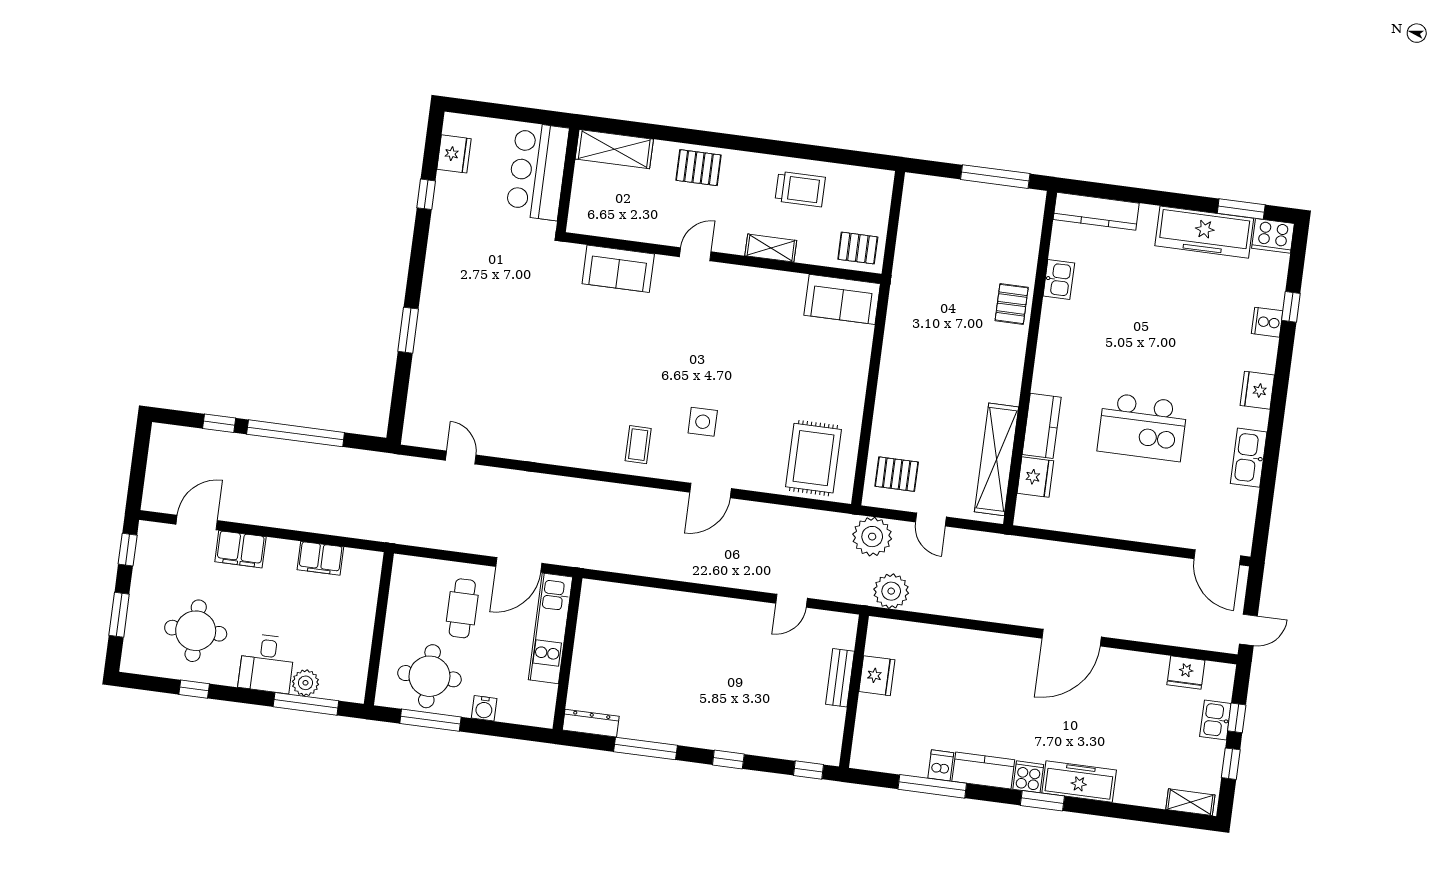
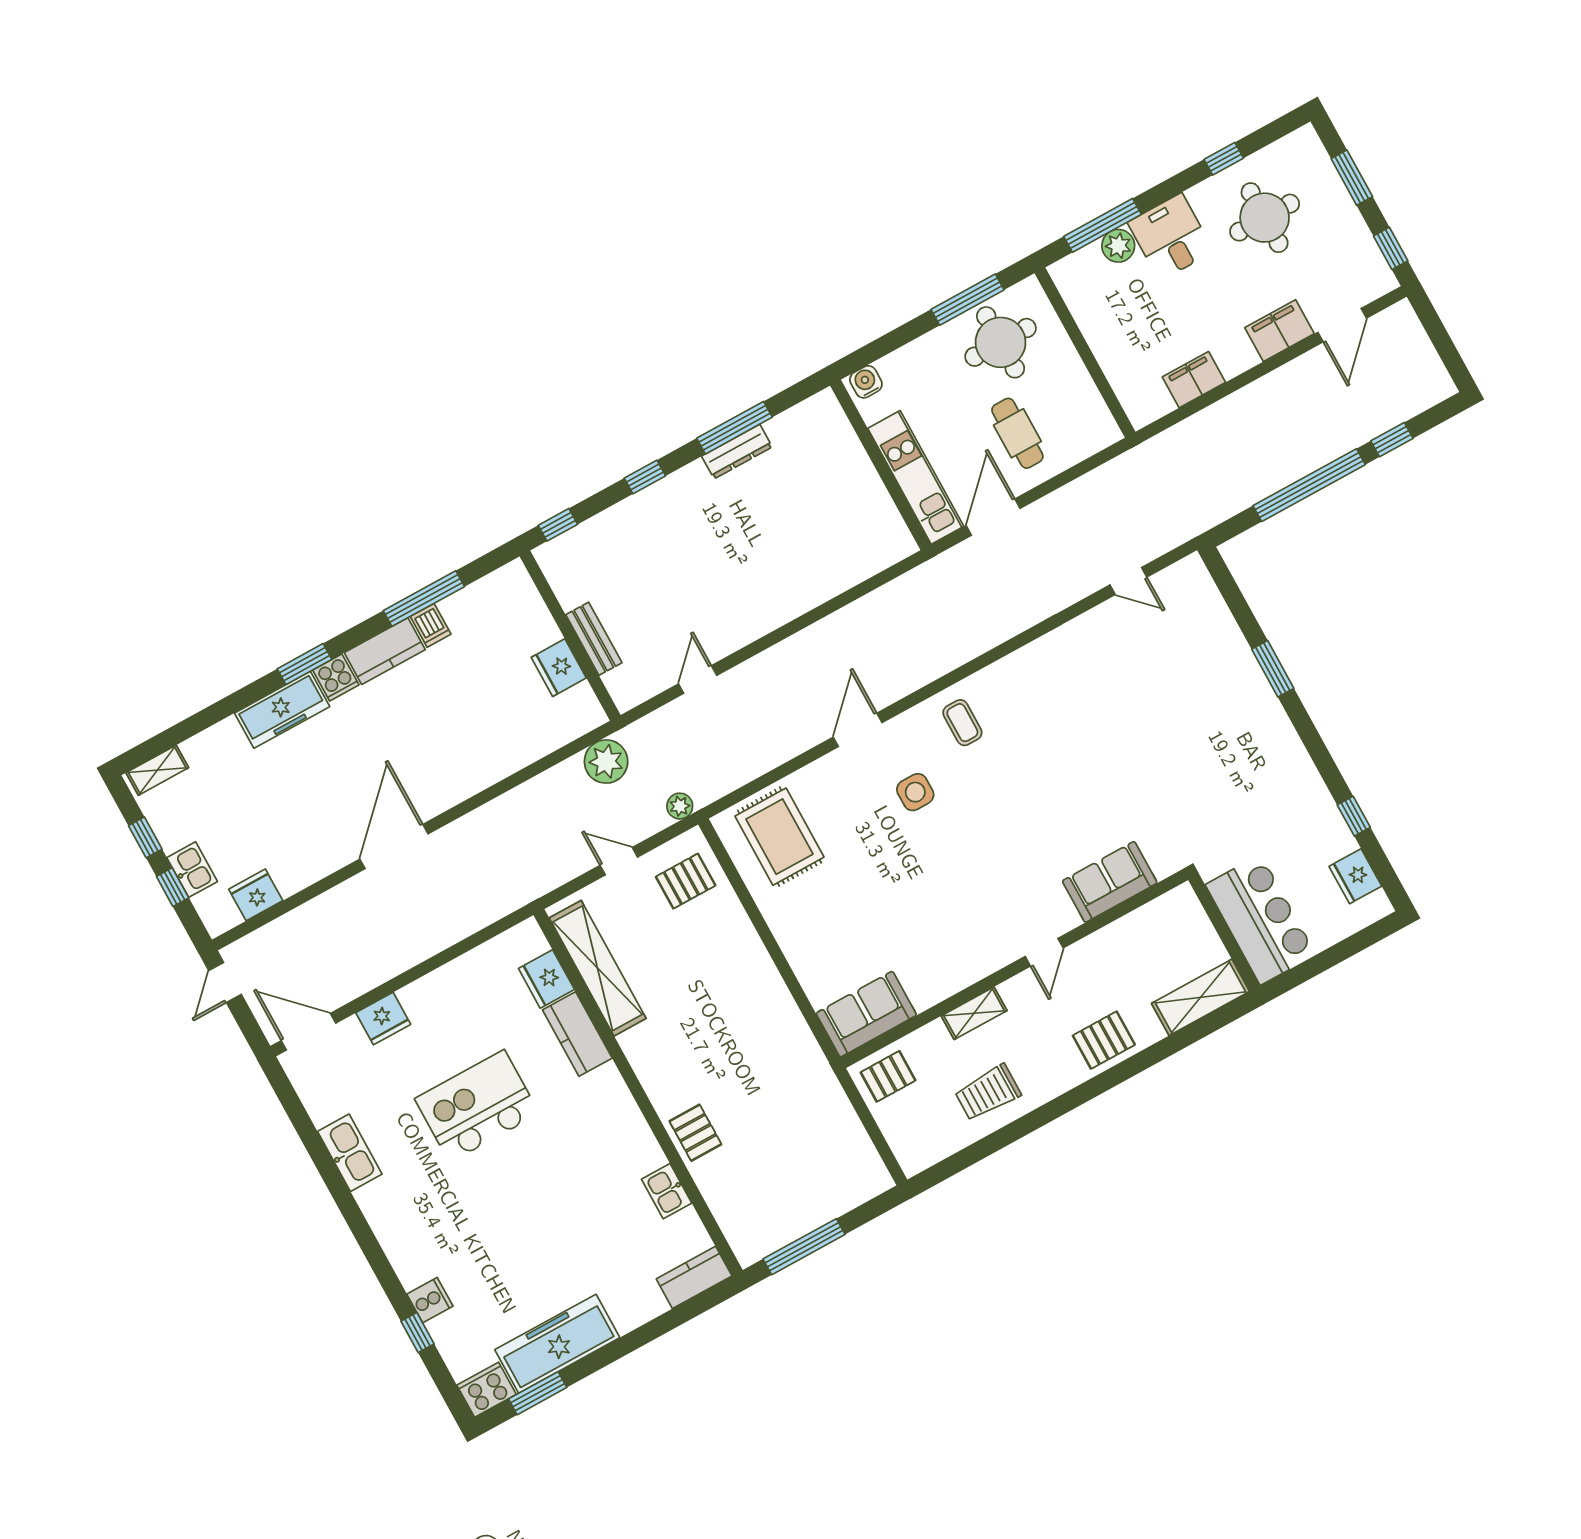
kitchen counter: (1096, 211) -> (694, 1277), width x0.67
fridge: (1257, 390) -> (383, 1019), moved, turned 90
plant: (872, 537) -> (680, 806), width x0.53, depth x0.53
water cooler: (484, 708) -> (866, 382), moved
dresser: (591, 723) -> (737, 452), moved

